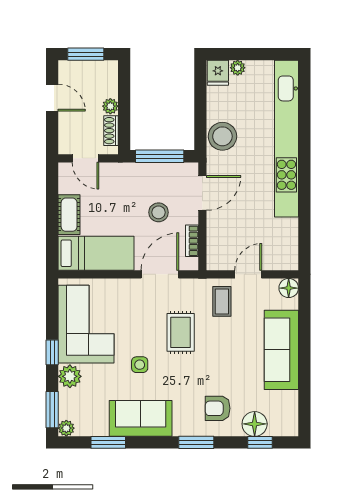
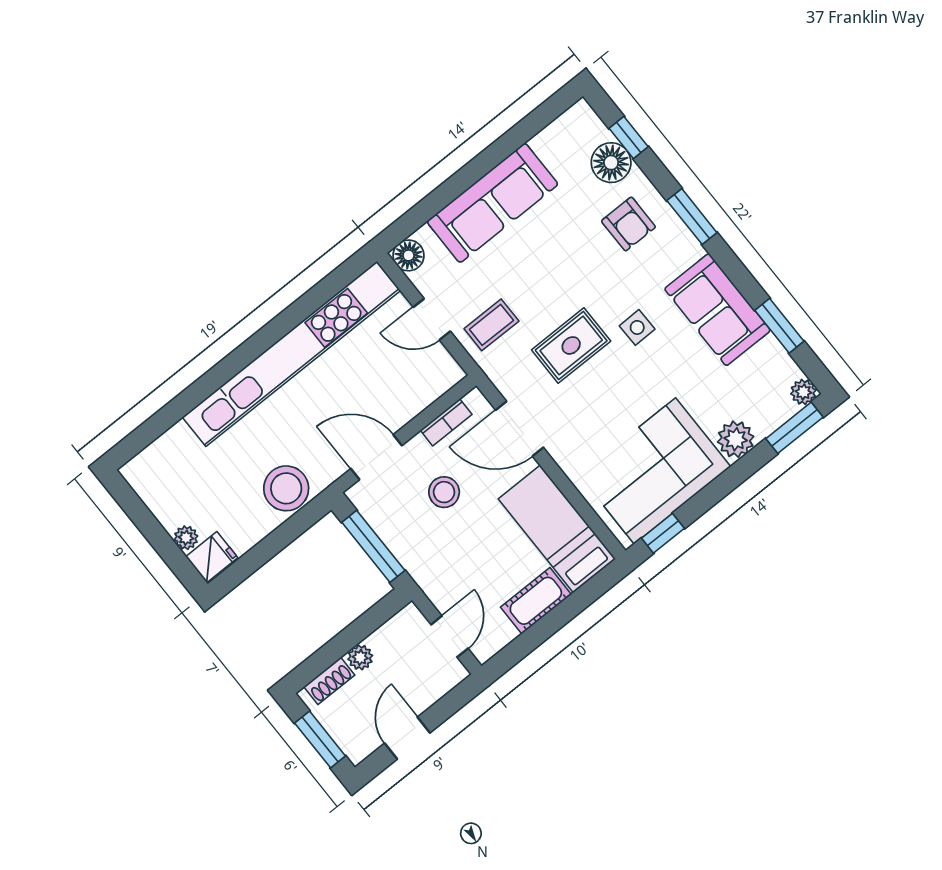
shoe rack: (111, 131) -> (329, 681), moved
kitchen unit: (286, 139) -> (291, 354), moved
window: (52, 352) -> (663, 533), moved
side table: (140, 365) -> (637, 327), moved

